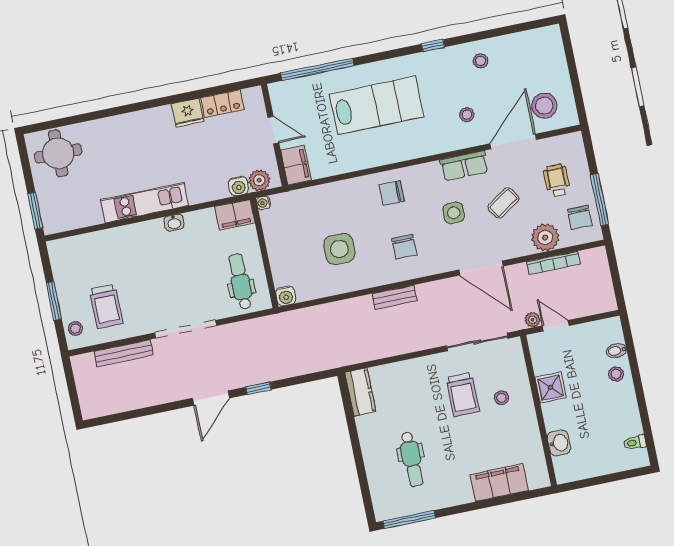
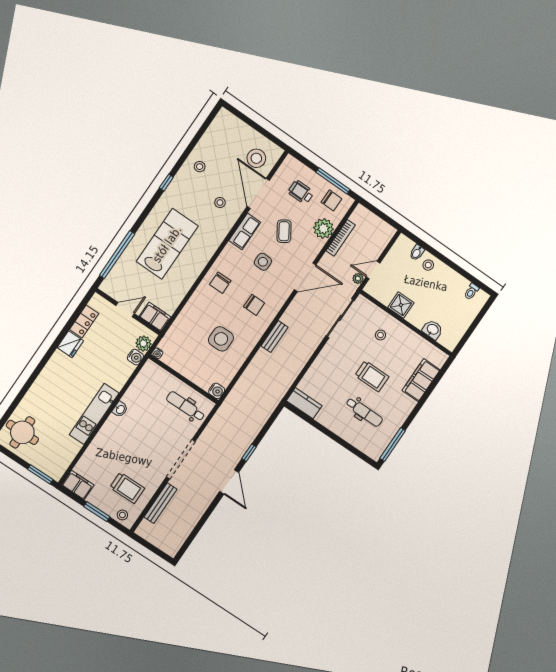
filing cabinet: (235, 215) -> (78, 485), moved, turned -90
trolley: (463, 395) -> (372, 376), moved

